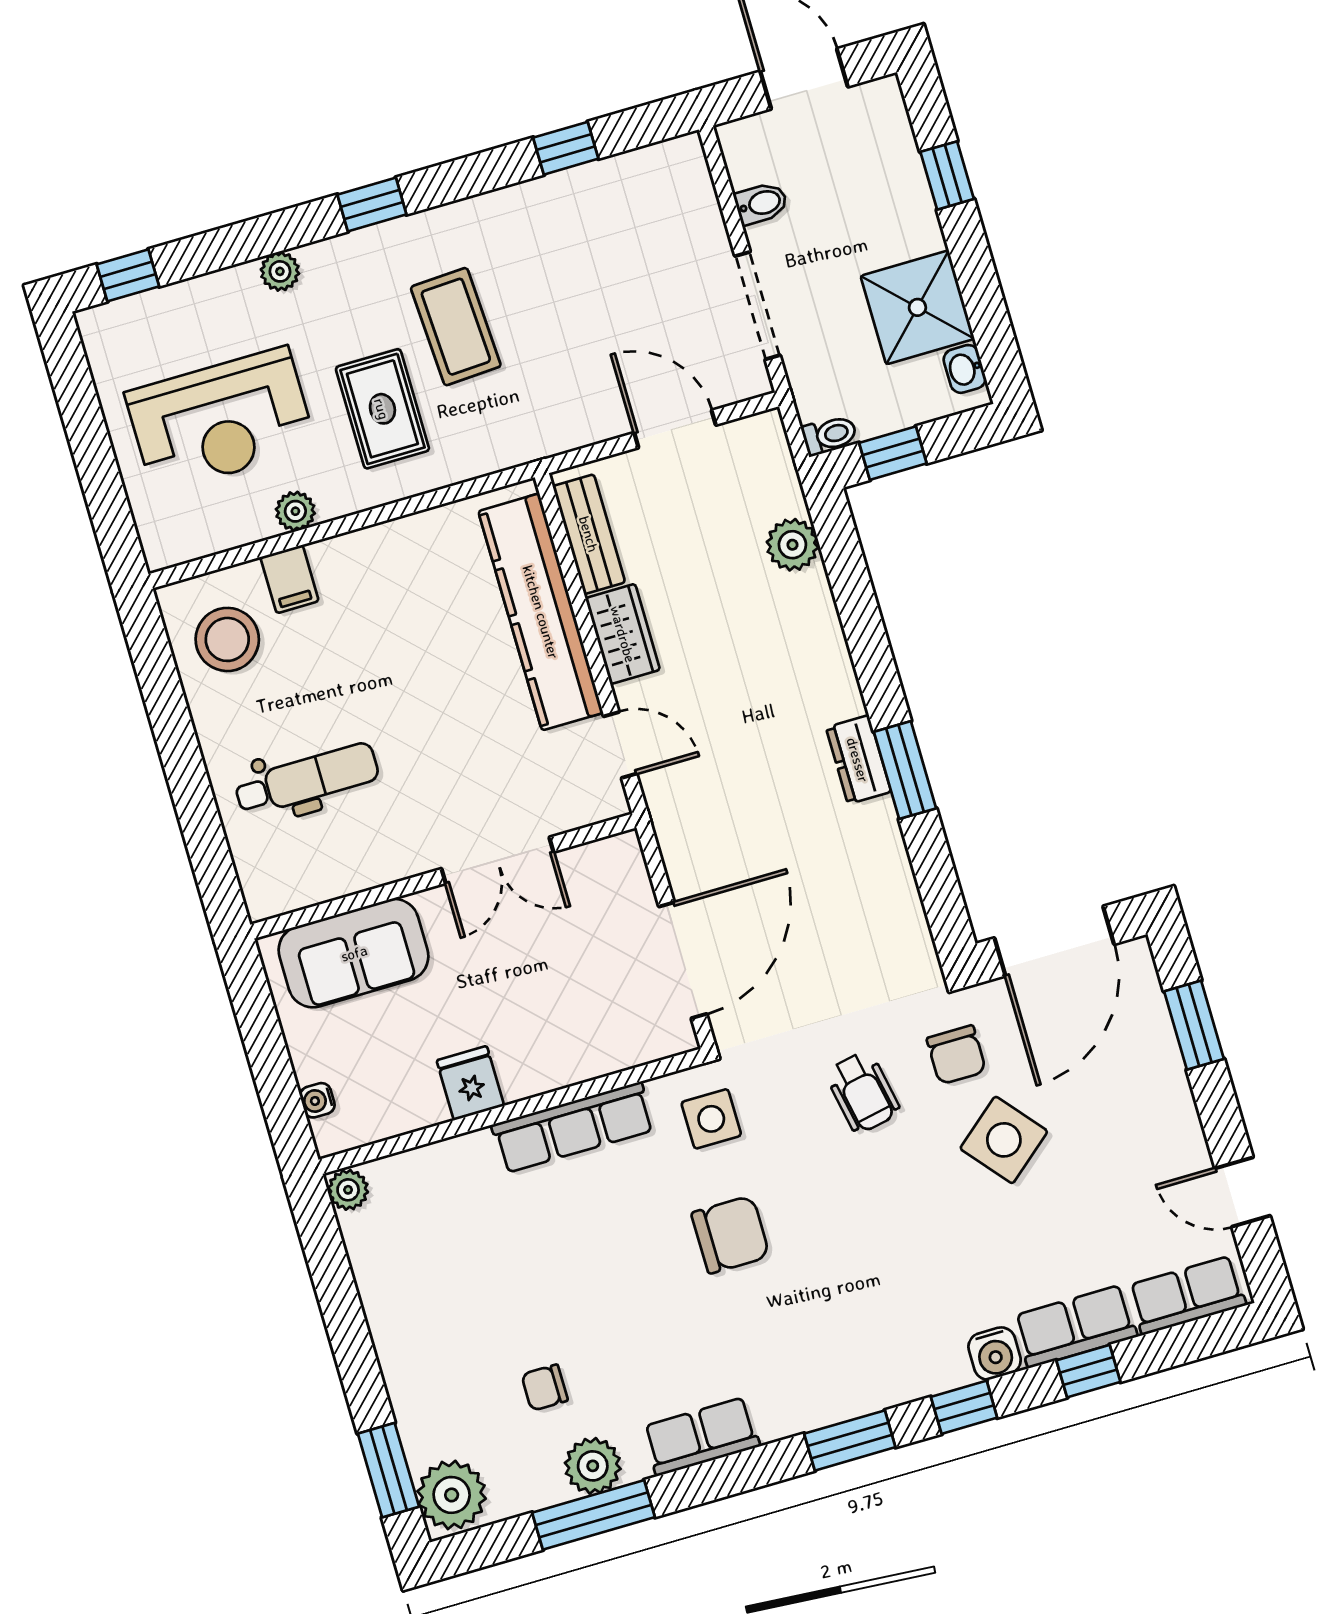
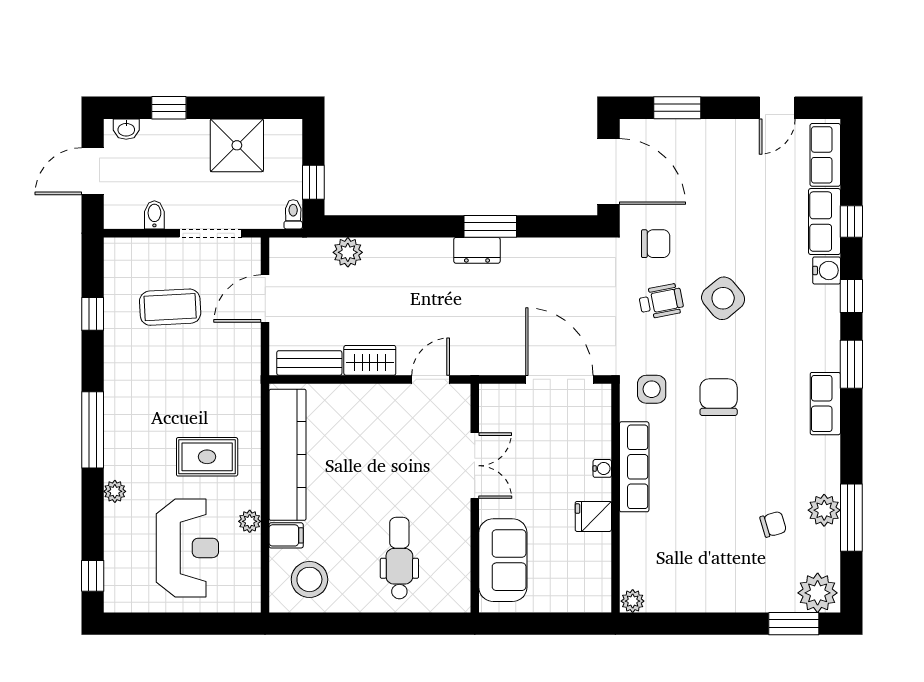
window: (372, 205) -> (93, 430), width x2.17
coffee table: (456, 327) -> (170, 307), moved
washbasin: (965, 369) -> (126, 129), moved
kitchen counter: (541, 612) -> (288, 455), moved, turned -90
water cooler: (317, 1100) -> (602, 468), moved, turned -90
side table: (1004, 1140) -> (723, 298), moved
chair: (545, 1388) -> (773, 524), turned -106
row of seats: (701, 1436) -> (825, 404), moved

